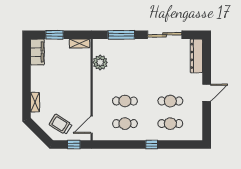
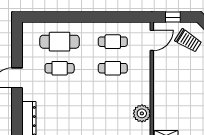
cafe table: (170, 124) -> (60, 42), width x1.37, depth x1.35
window: (152, 145) -> (81, 17), removed

